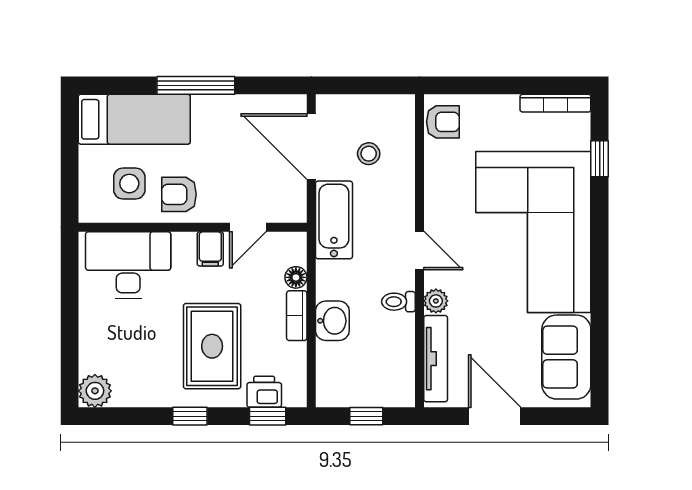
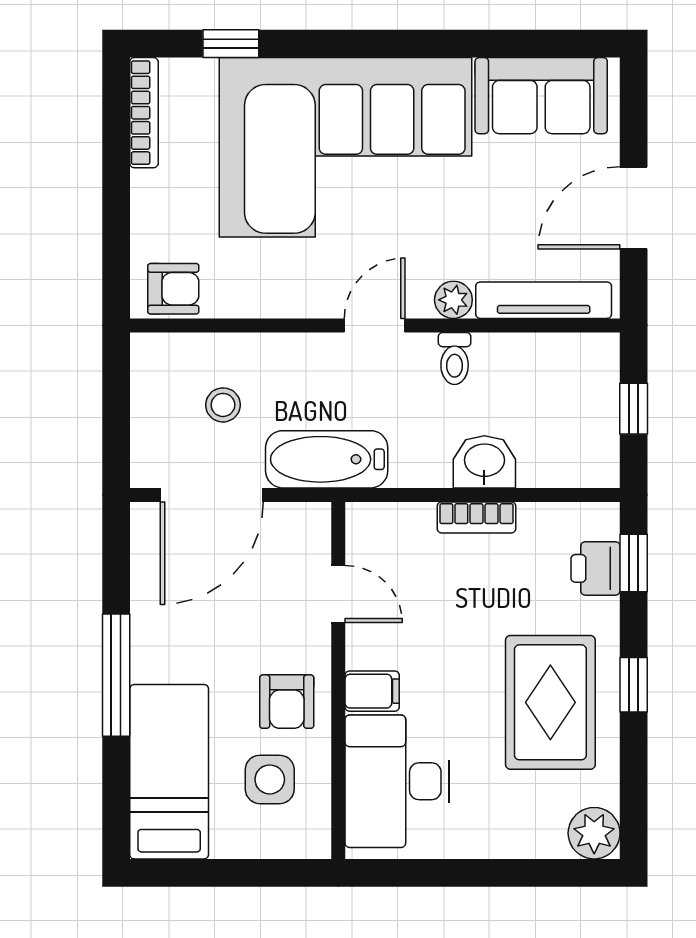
armchair: (443, 122) -> (173, 289), turned 90
filing cabinet: (210, 249) -> (372, 691), moved
floor lamp: (296, 277) -> (417, 519), removed
rug: (212, 346) -> (550, 702), moved, turned 90

